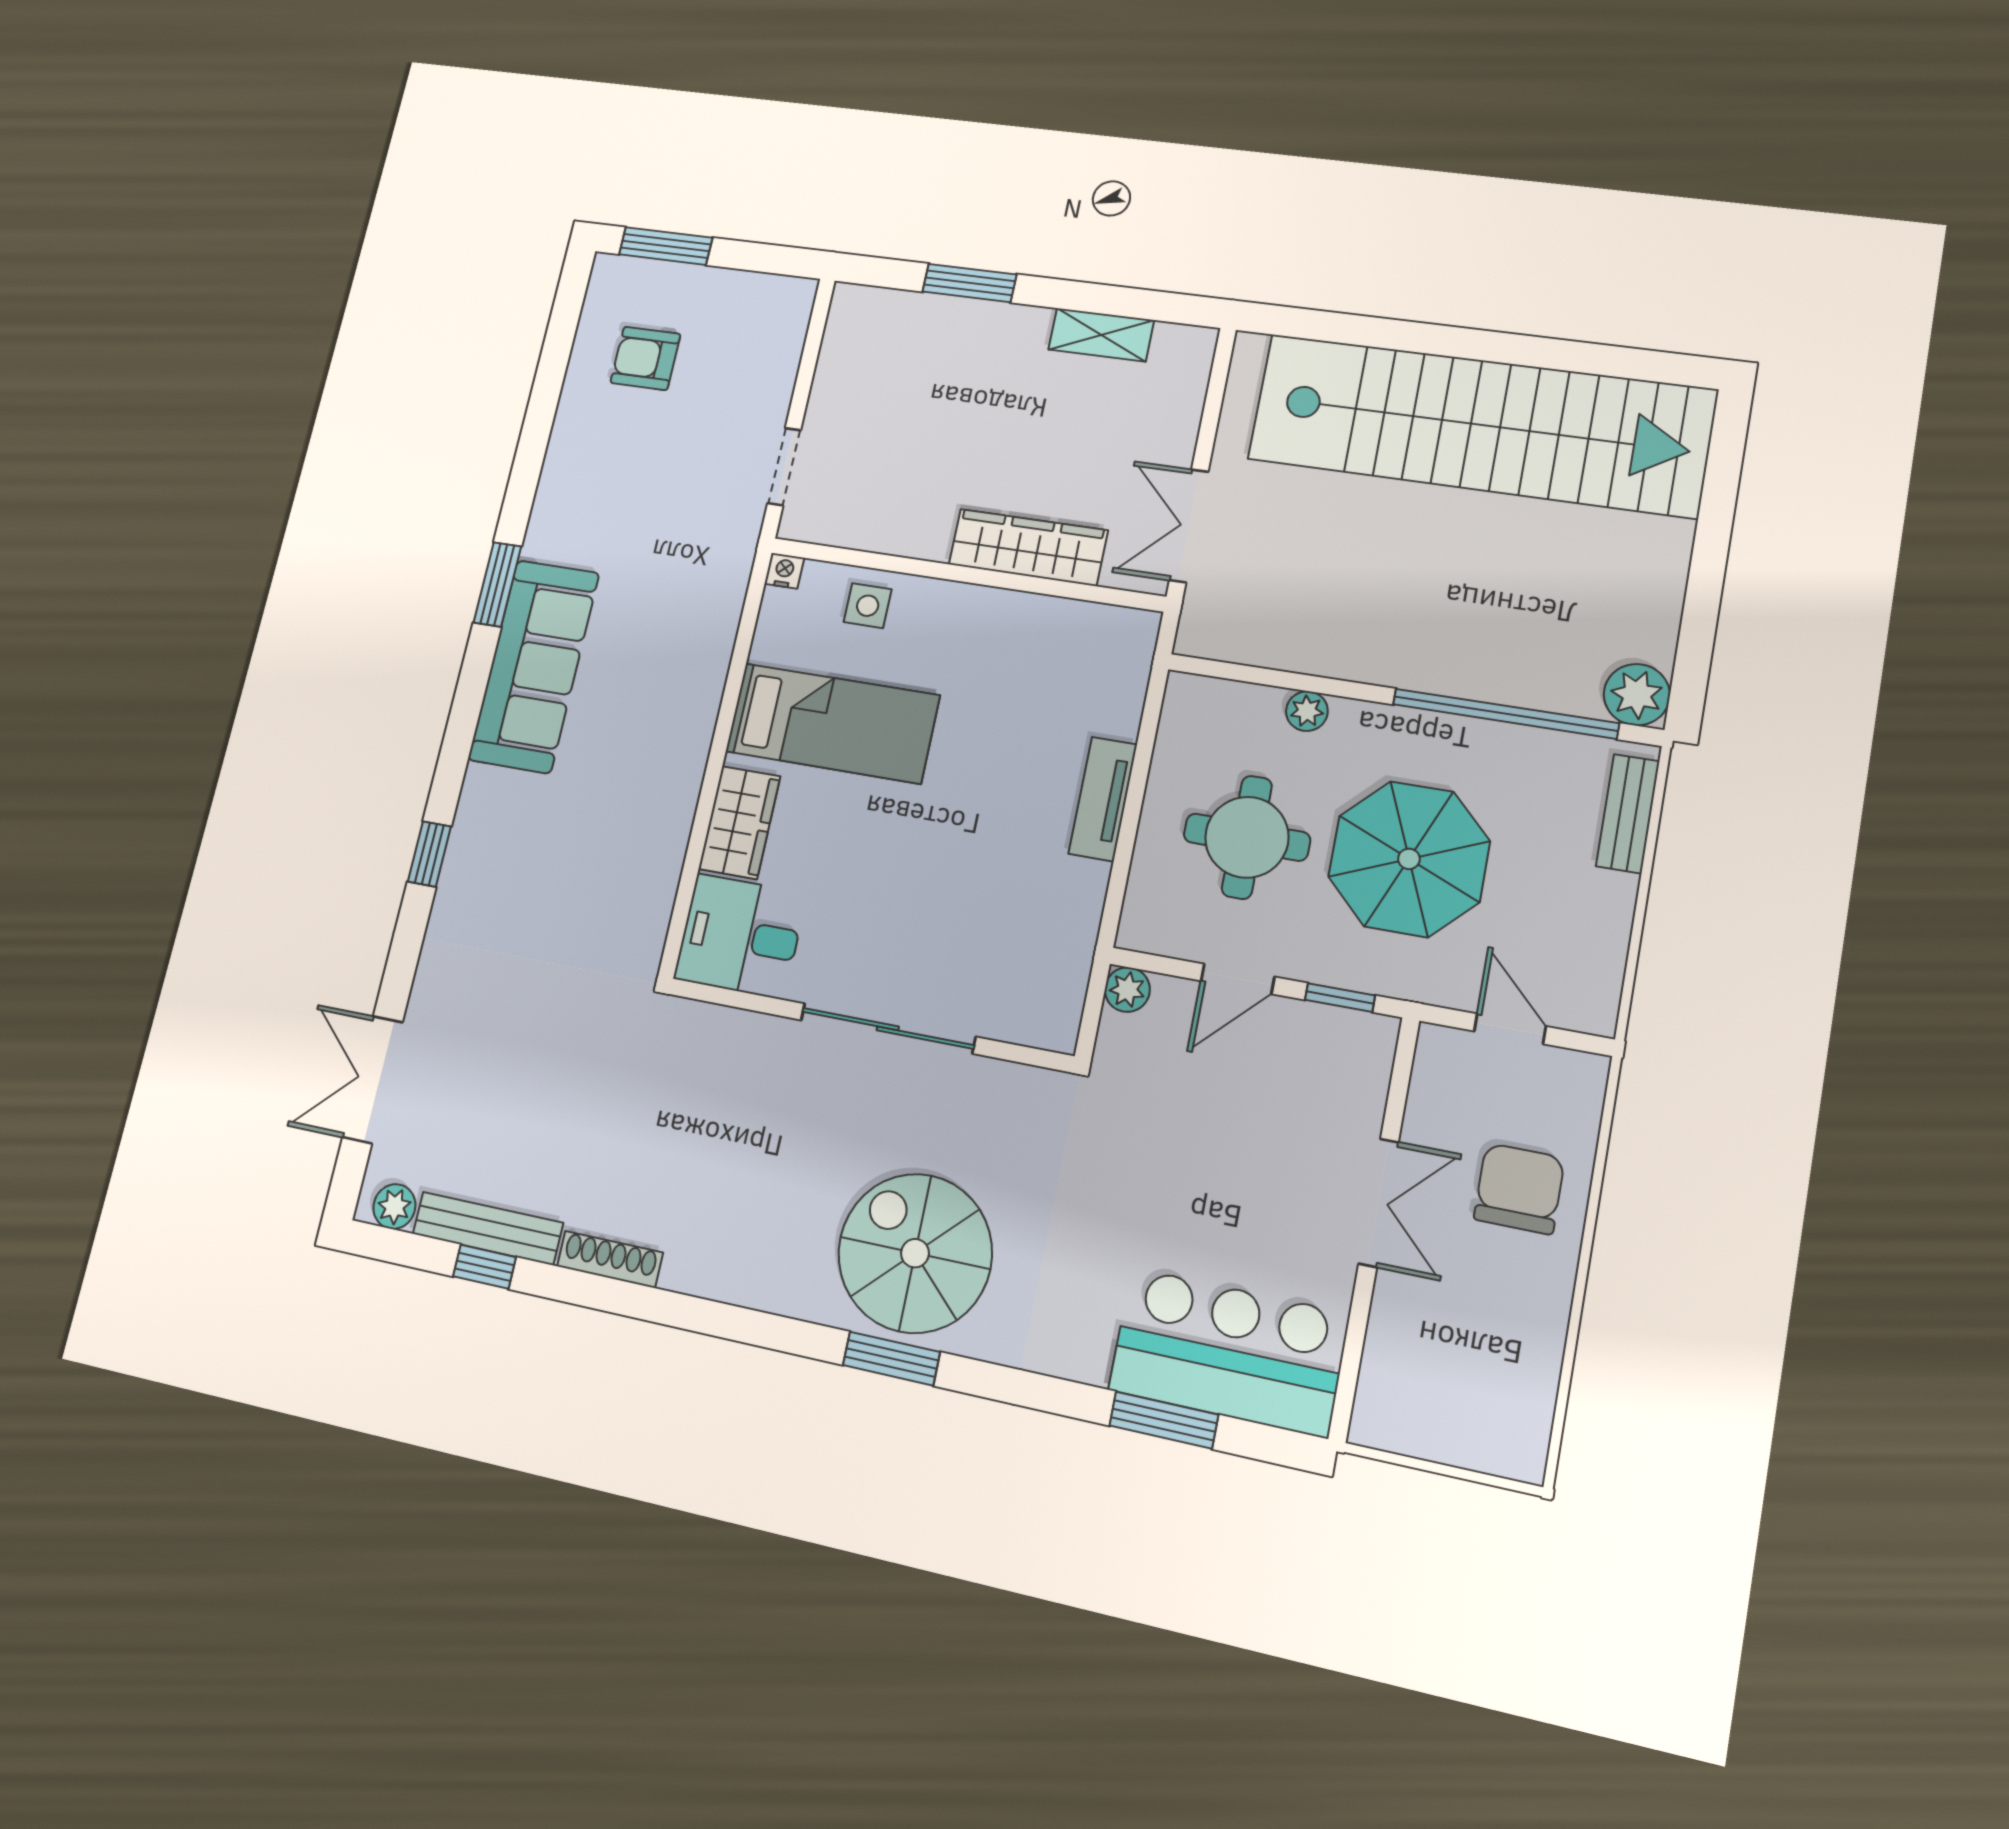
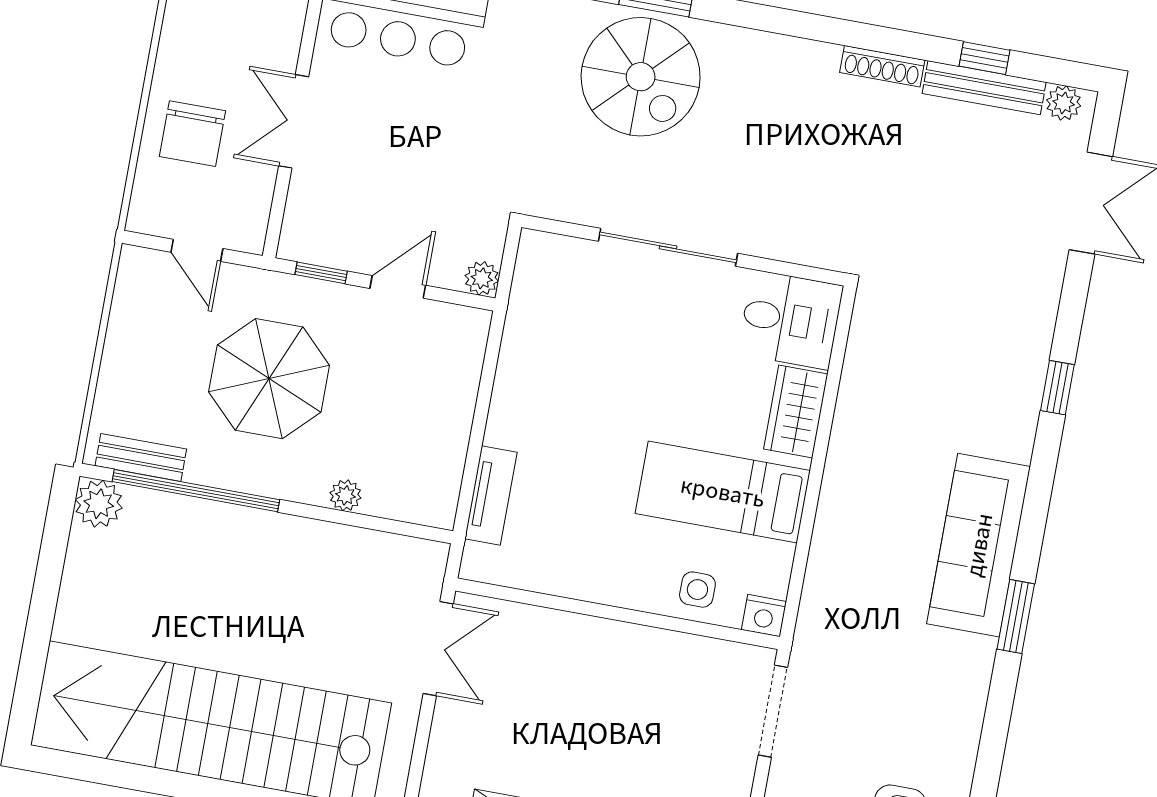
doorway: (784, 467) -> (773, 711), width x1.38
wardrobe: (1028, 547) -> (567, 635), removed
nightstand: (784, 571) -> (764, 616), width x1.39, depth x1.35
tv unit: (1103, 799) -> (491, 495), moved
bench: (1628, 814) -> (141, 457), moved, turned 90
round table: (1247, 837) -> (391, 396), removed

